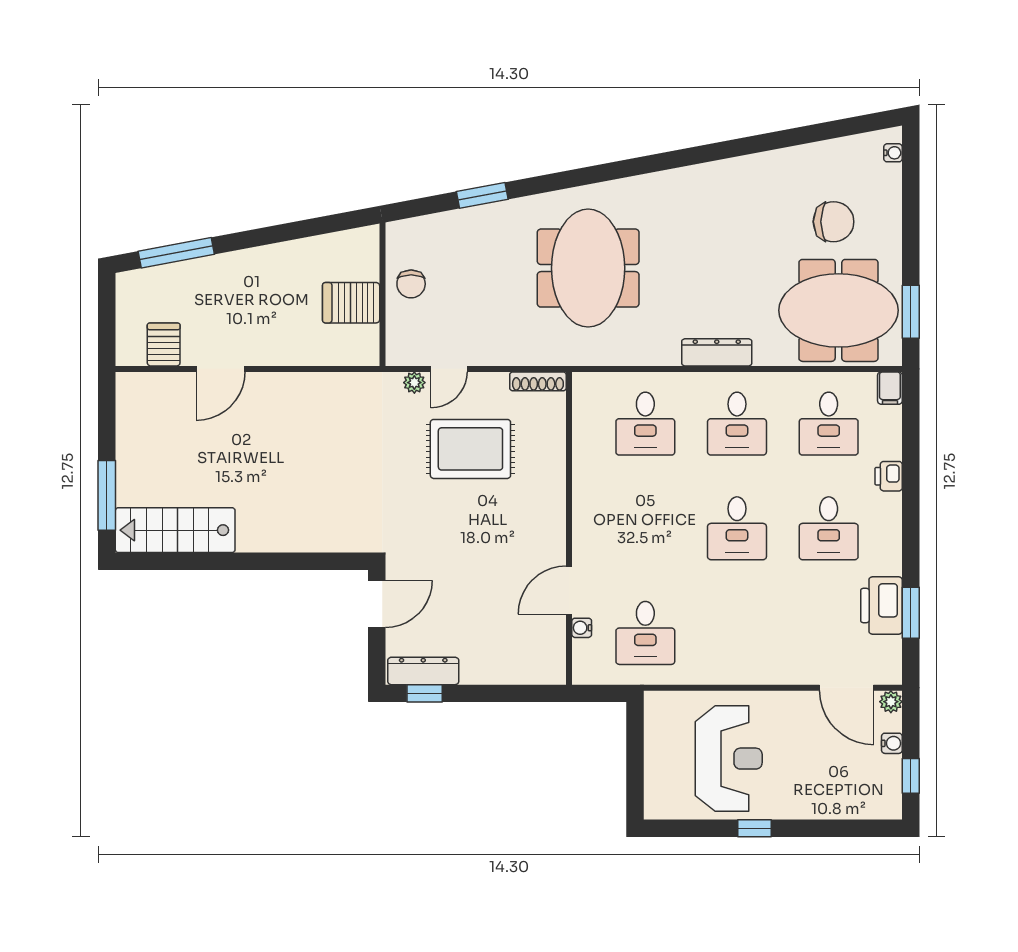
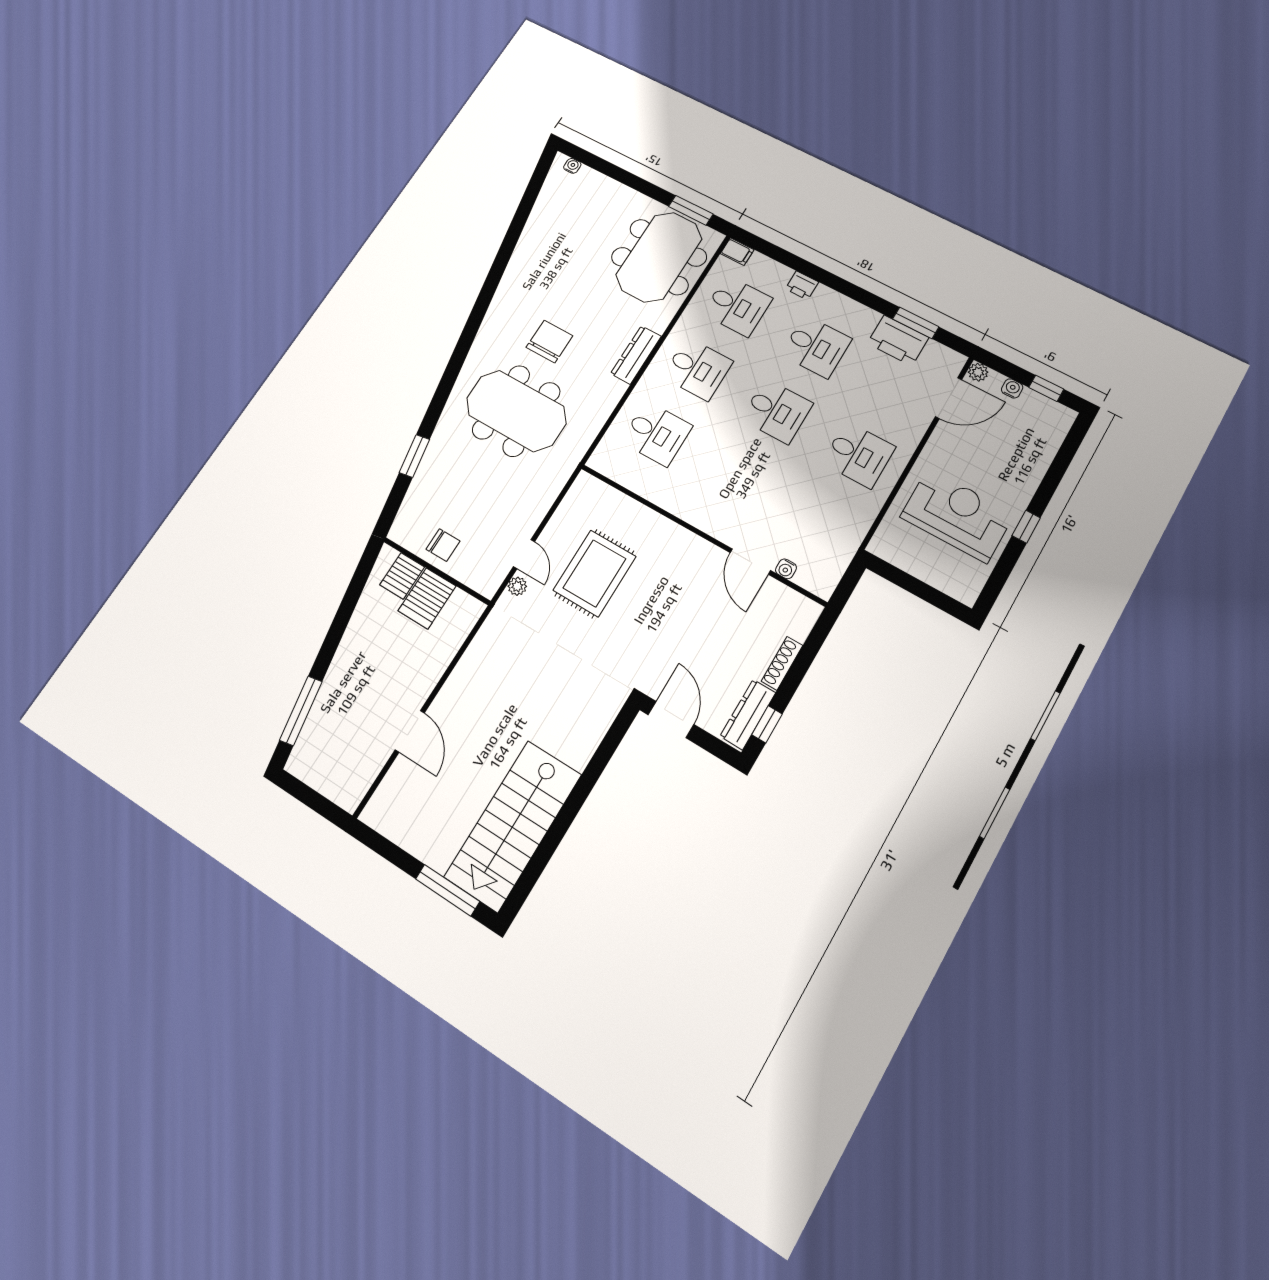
chair: (834, 222) -> (549, 342), moved
server rack: (164, 344) -> (402, 576), moved, turned -90
shoe rack: (538, 381) -> (782, 663), moved, turned 180
stairs: (175, 530) -> (513, 825), width x1.36, depth x1.51
desk: (645, 633) -> (859, 455), moved

